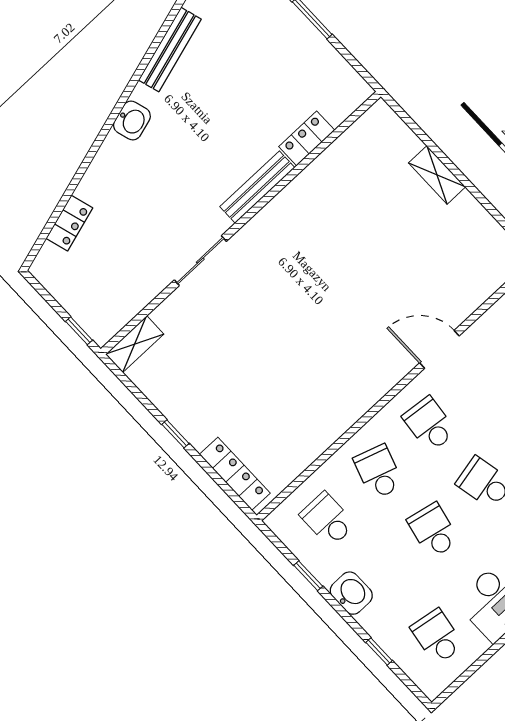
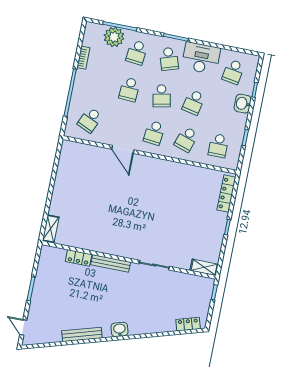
shelving: (437, 175) -> (51, 229), moved
locker: (69, 223) -> (188, 324), moved
washbasin: (351, 593) -> (243, 104), moved

